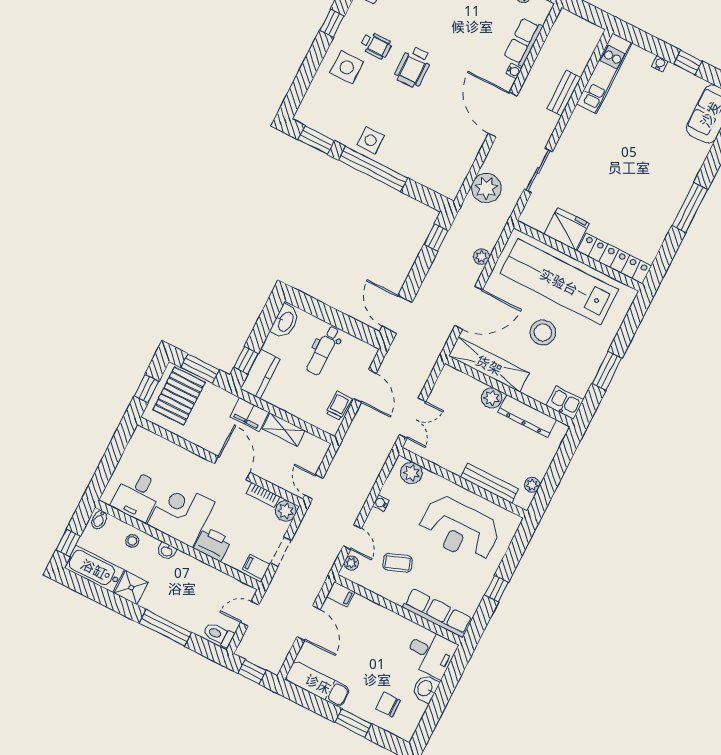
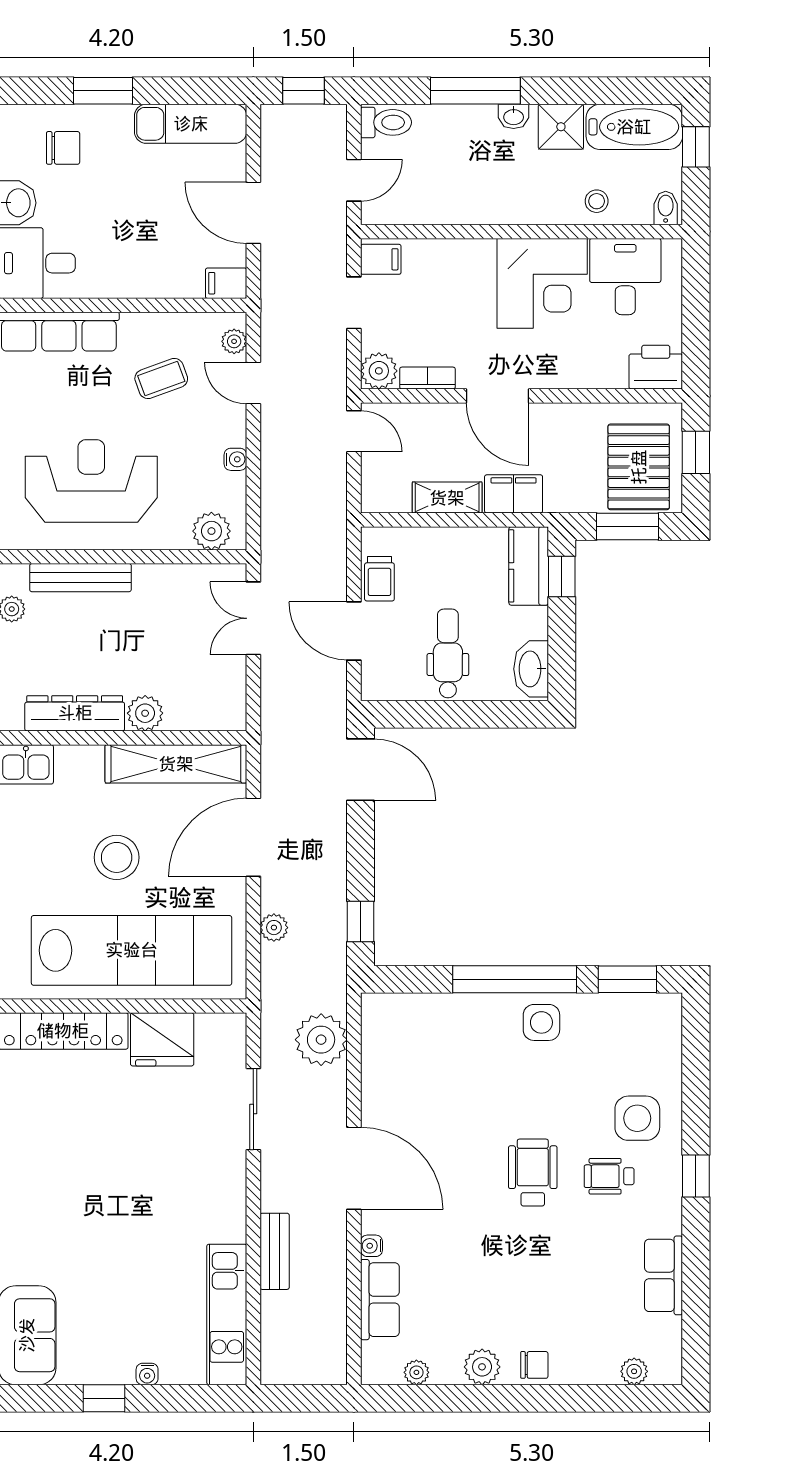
printer: (213, 544) -> (656, 367), moved, turned 180
washbasin: (167, 551) -> (514, 116), moved, turned 180

